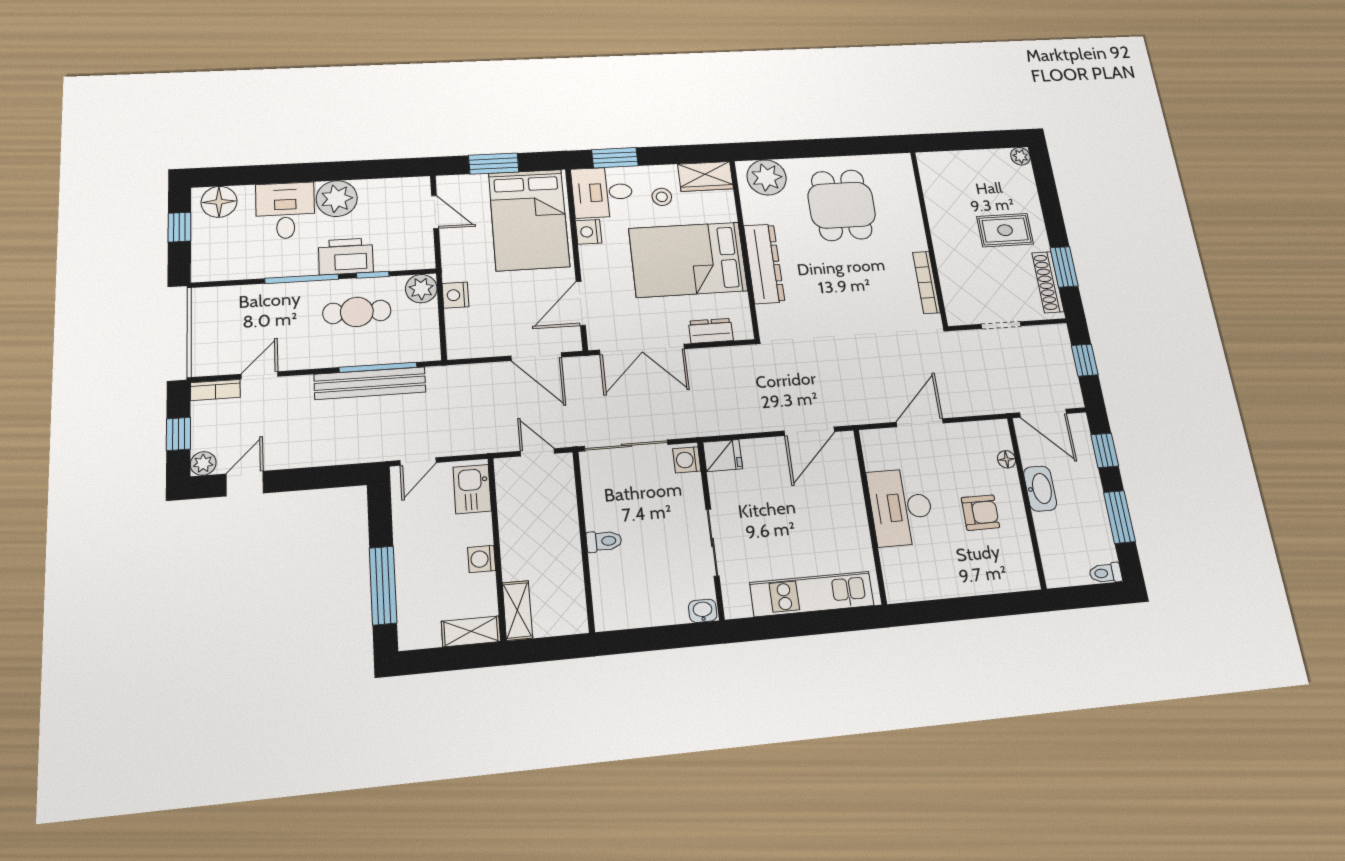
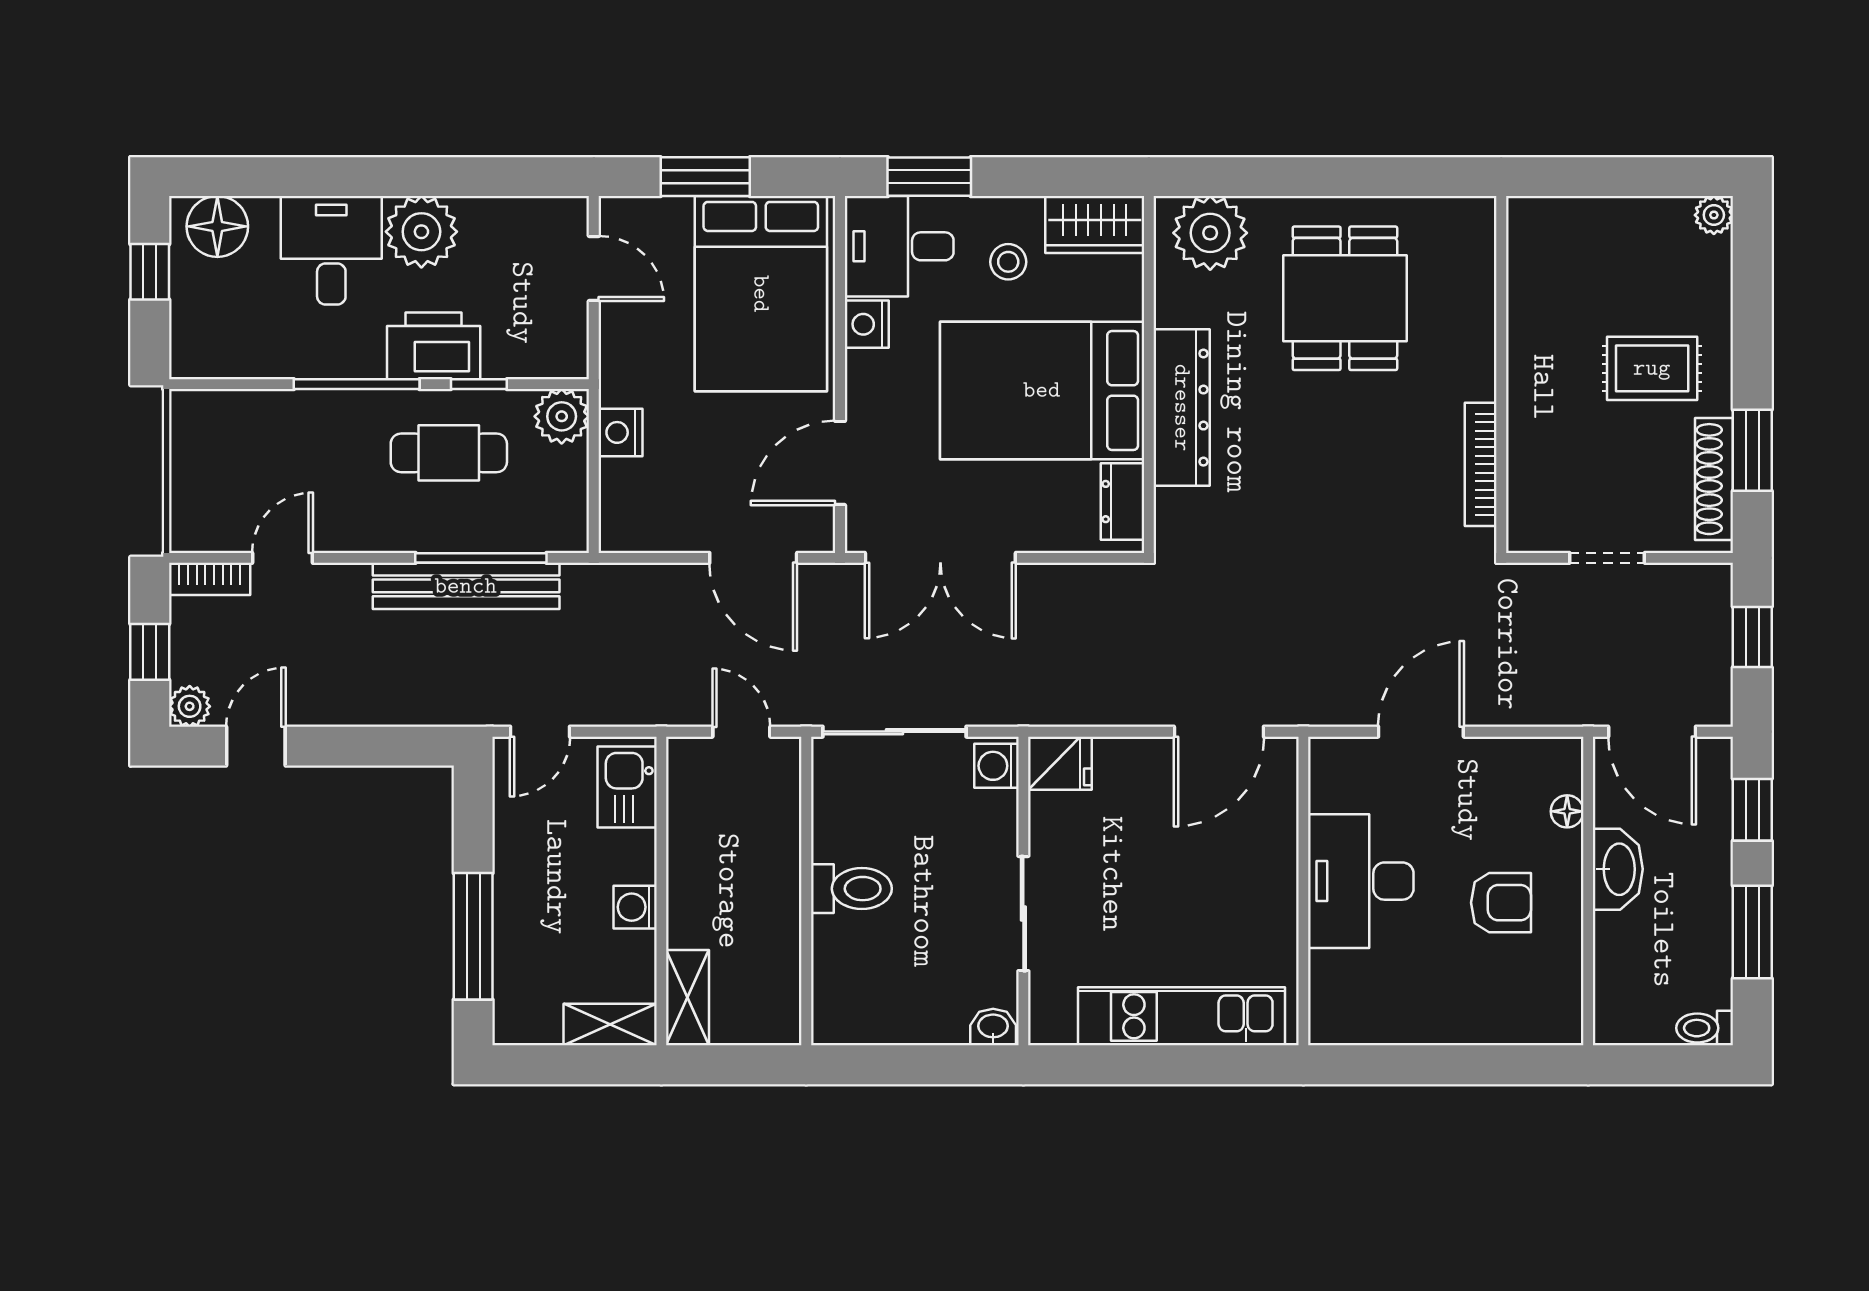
dresser: (711, 331) -> (1122, 502), moved, turned -90
toilet: (604, 541) -> (851, 889), width x1.37, depth x1.39

